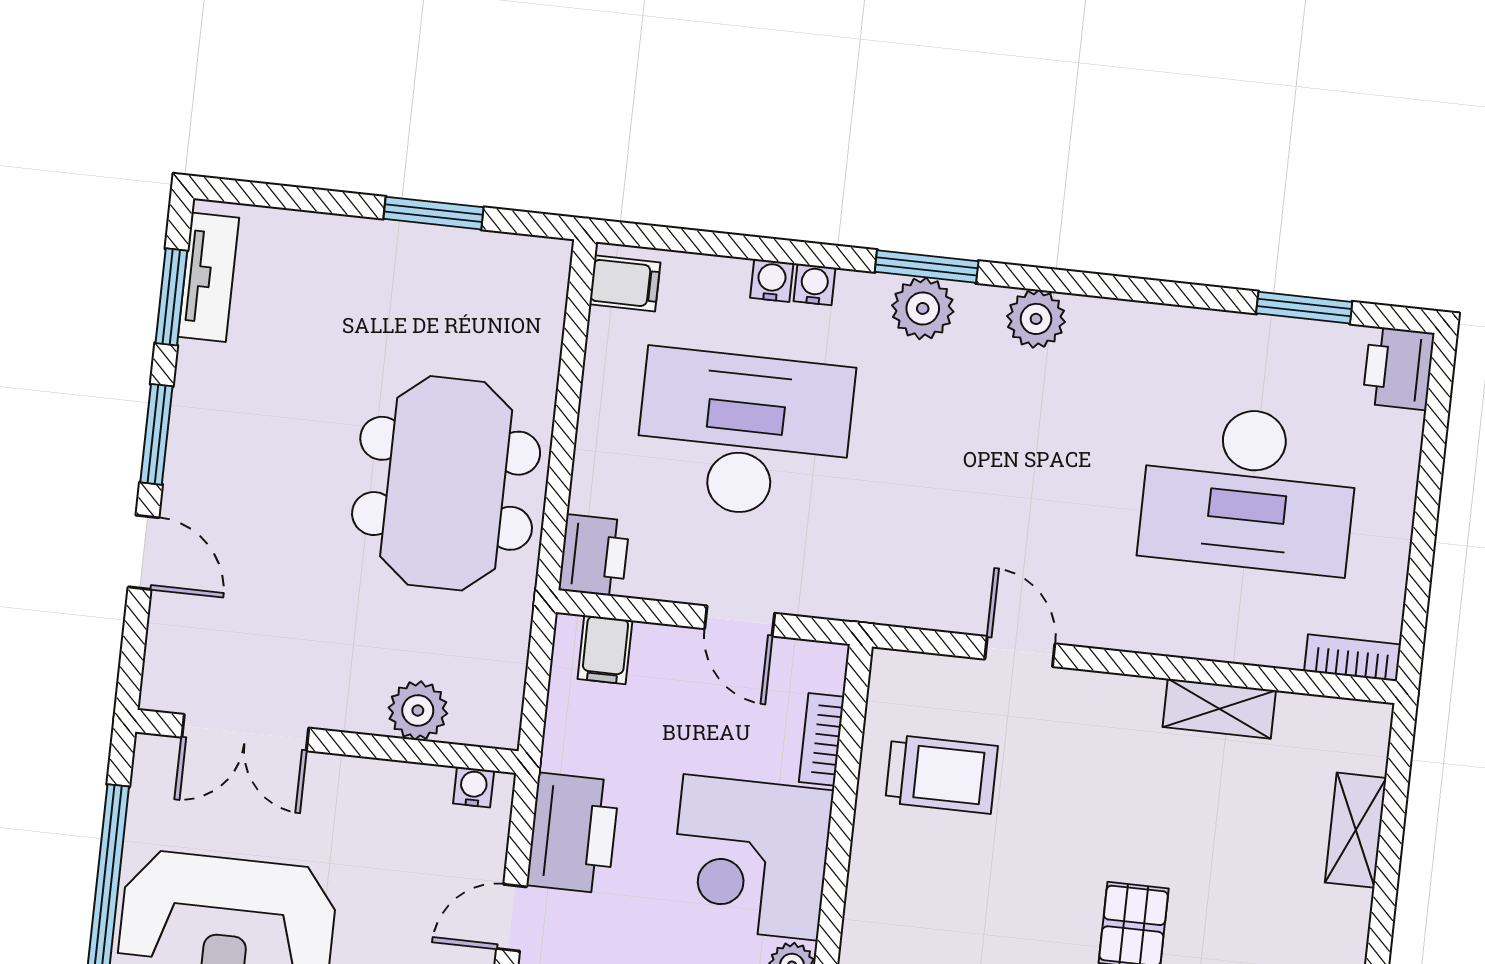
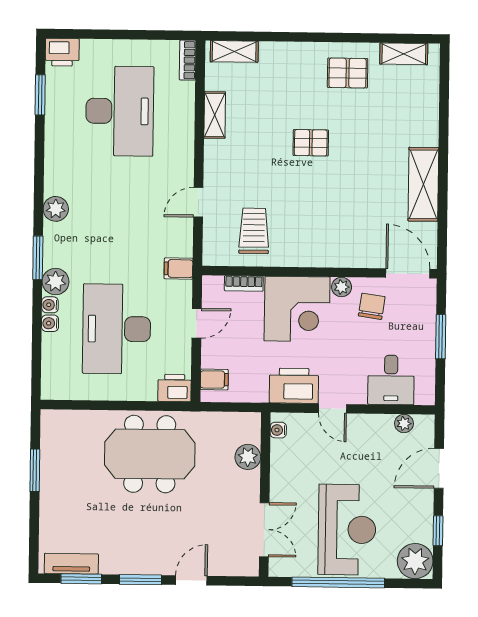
filing cabinet: (625, 283) -> (179, 269), moved, turned -90
plant: (923, 308) -> (56, 282), moved
shelving: (1356, 830) -> (234, 51), moved

